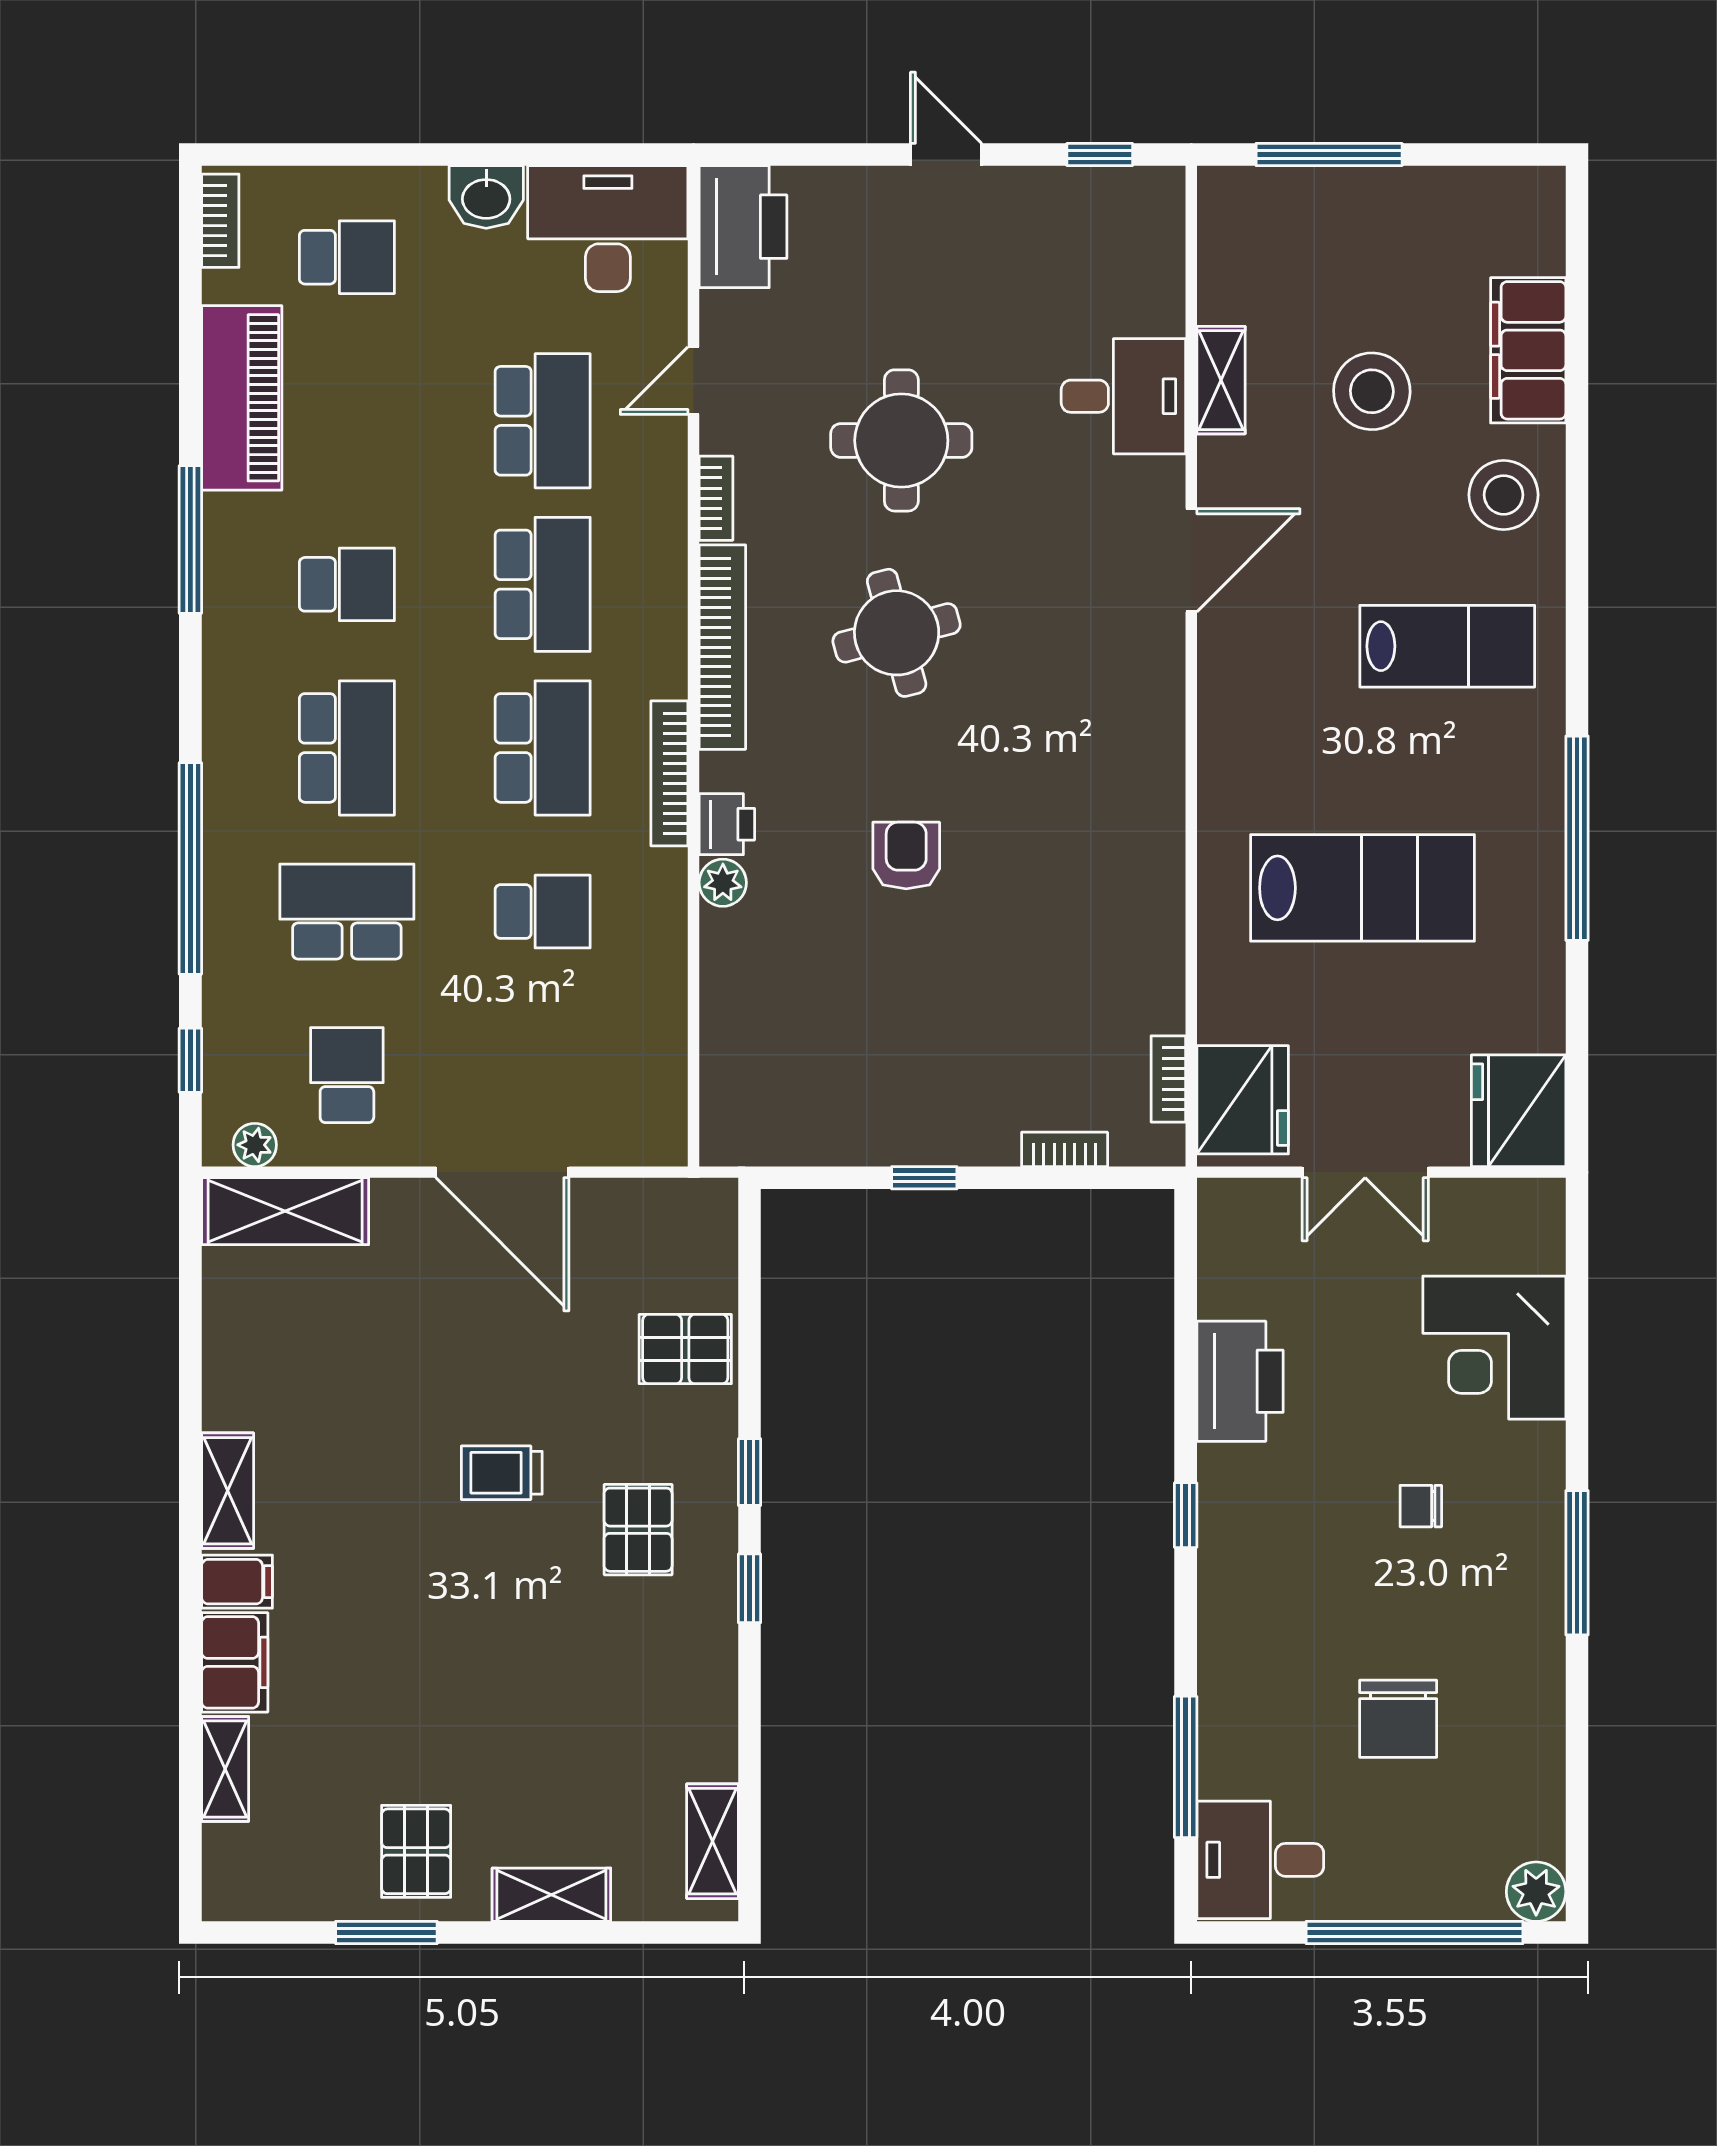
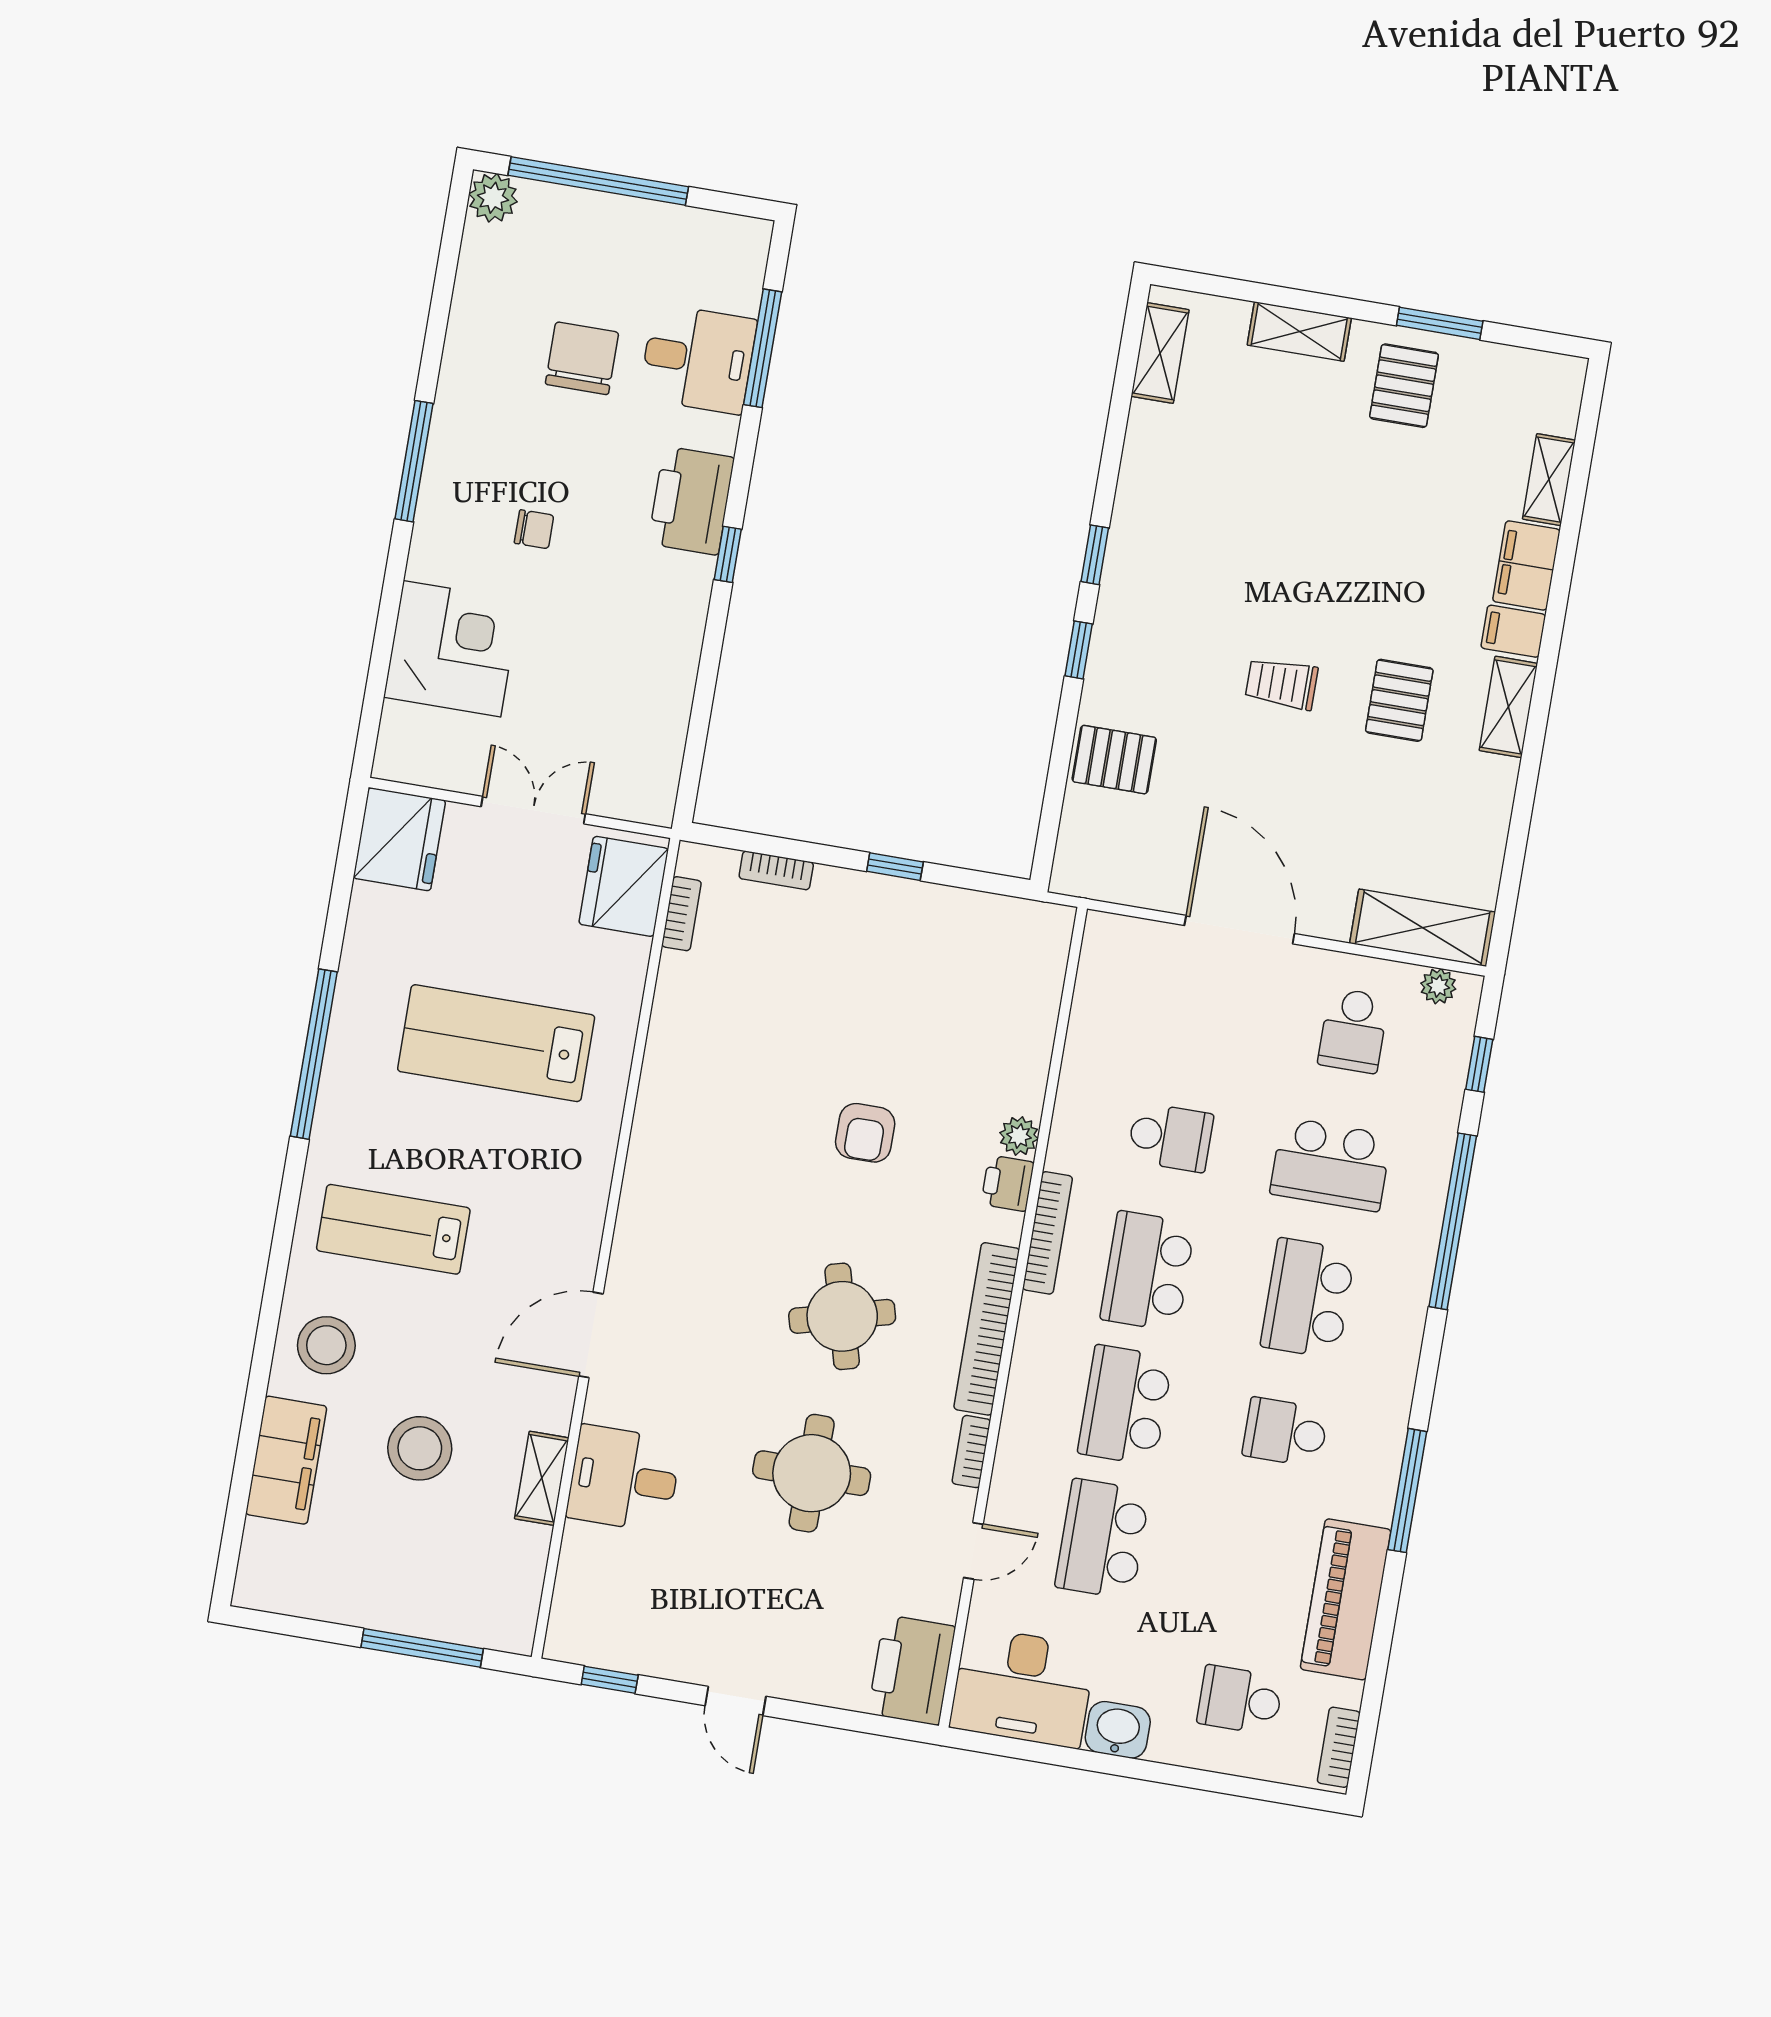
school desk: (543, 912) -> (1170, 1137), turned 180
printer: (1240, 1381) -> (691, 501), moved
trolley: (502, 1473) -> (1282, 684), turned 180
pallet: (638, 1530) -> (1399, 700), moved
desk: (1260, 1860) -> (698, 359), moved

